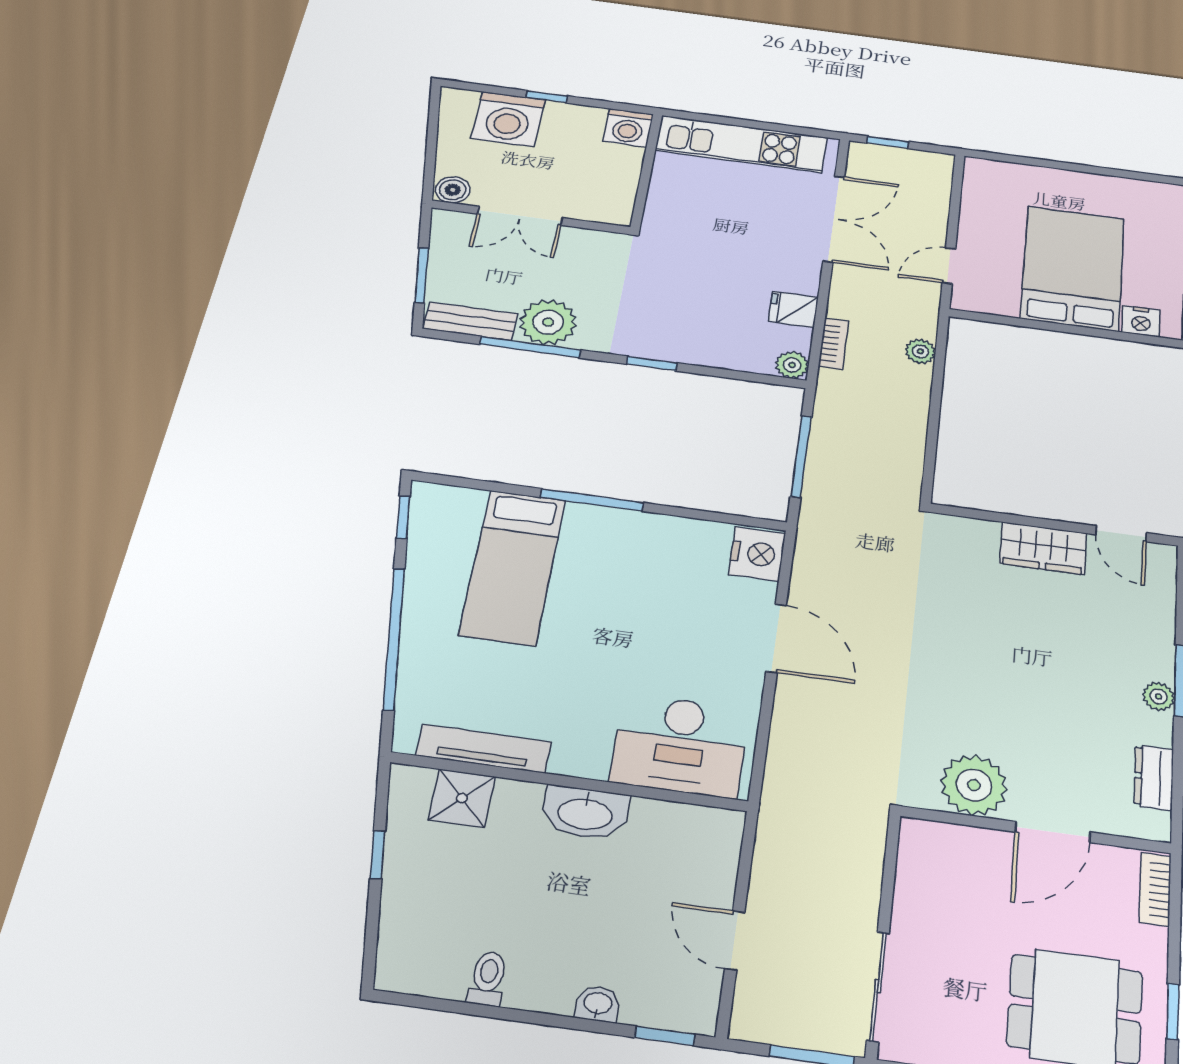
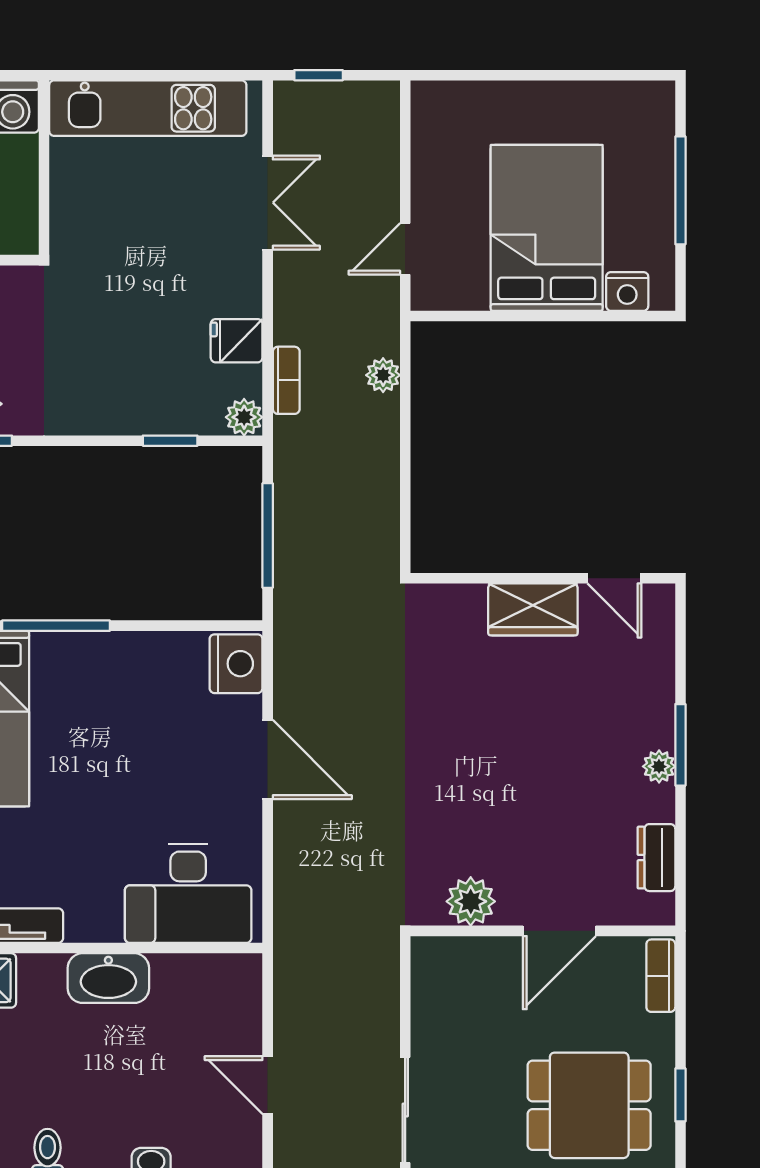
double door: (834, 219) -> (268, 203), width x0.73
window: (652, 364) -> (170, 441), moved
plant: (974, 785) -> (471, 901), width x0.73, depth x0.73

